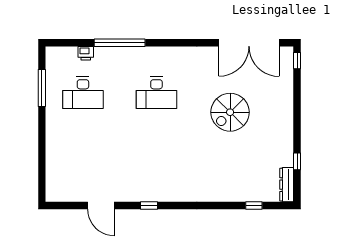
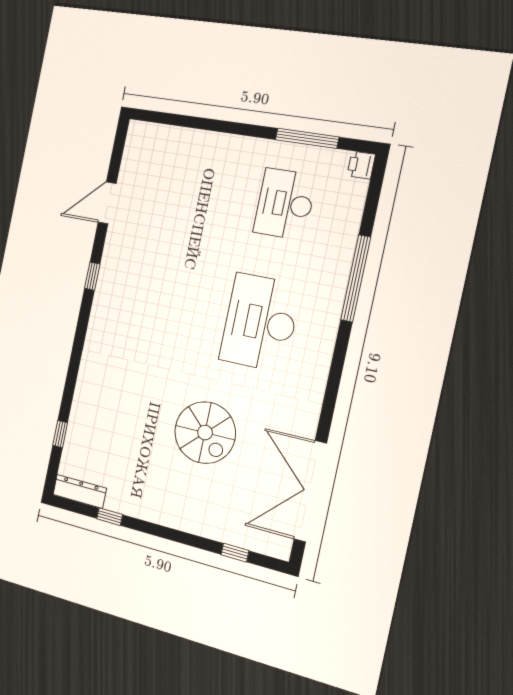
printer: (86, 53) -> (361, 165), moved
window: (297, 61) -> (235, 553), moved
desk: (156, 93) -> (260, 322), width x1.36, depth x1.30
spiral stairs: (230, 112) -> (205, 433), turned 180

